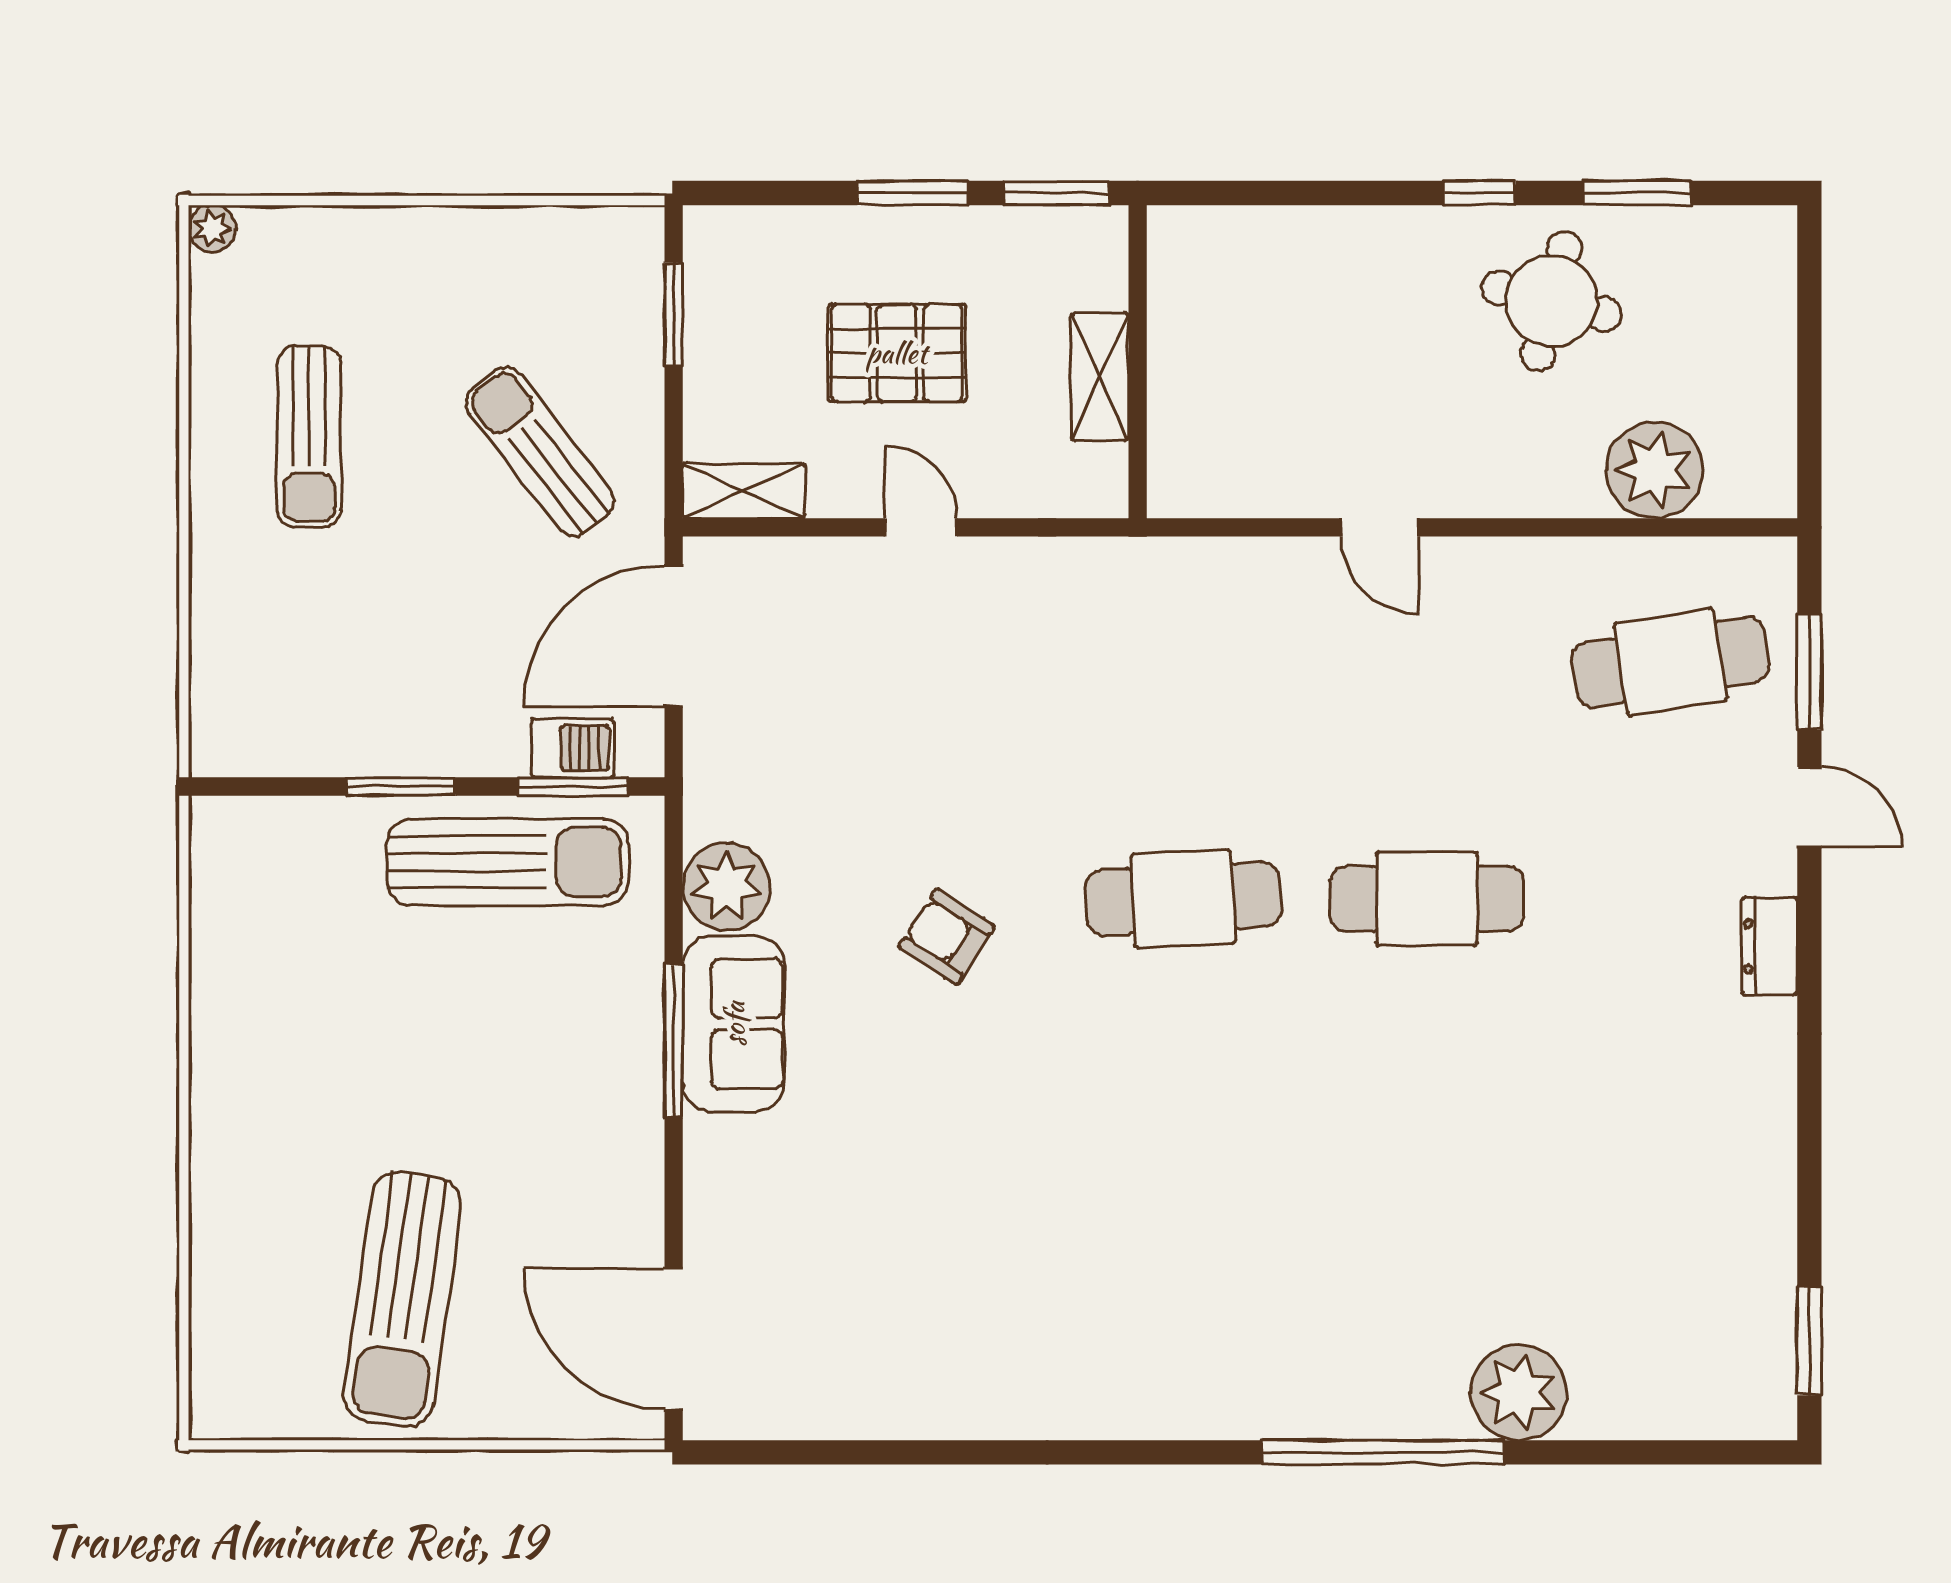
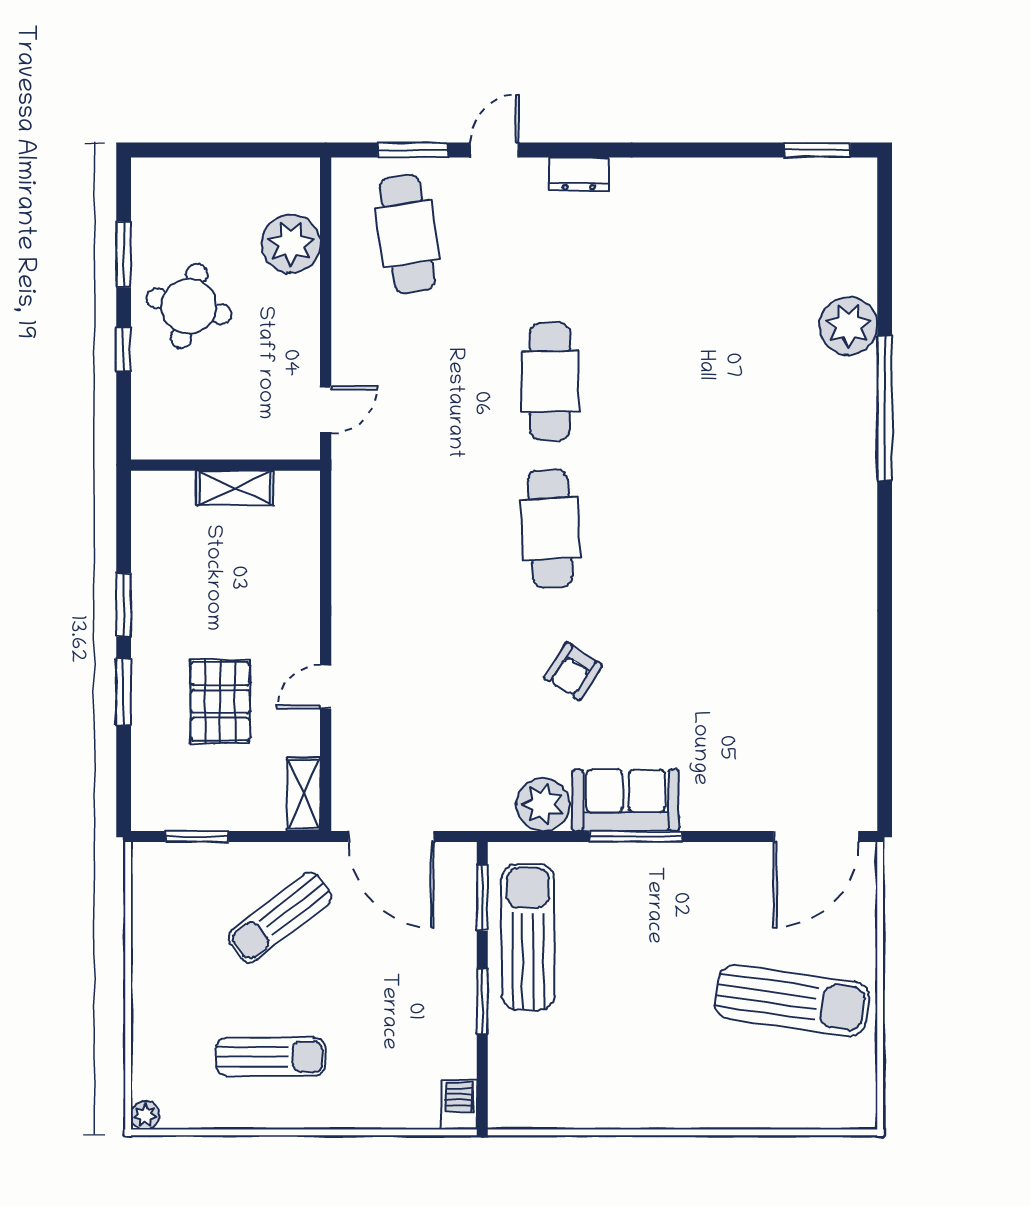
wall: (1138, 362) -> (226, 465), moved
shelving: (1100, 377) -> (235, 488), moved
barbecue: (572, 748) -> (459, 1105), moved

